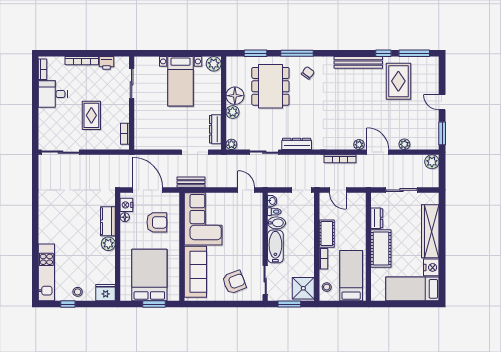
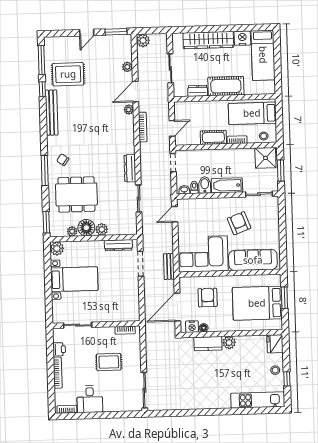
window: (256, 53) -> (46, 222), moved
plant: (231, 144) -> (72, 231), moved
armchair: (234, 282) -> (239, 223), moved

